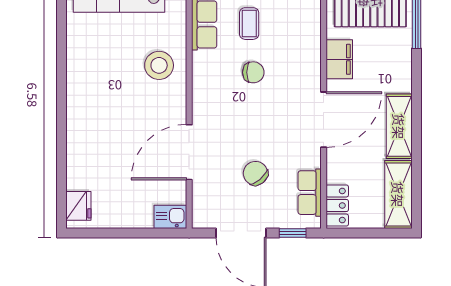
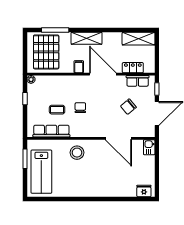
filing cabinet: (339, 59) -> (79, 67), width x0.50
shelving: (399, 126) -> (87, 38), moved
locker: (337, 205) -> (133, 68), moved

